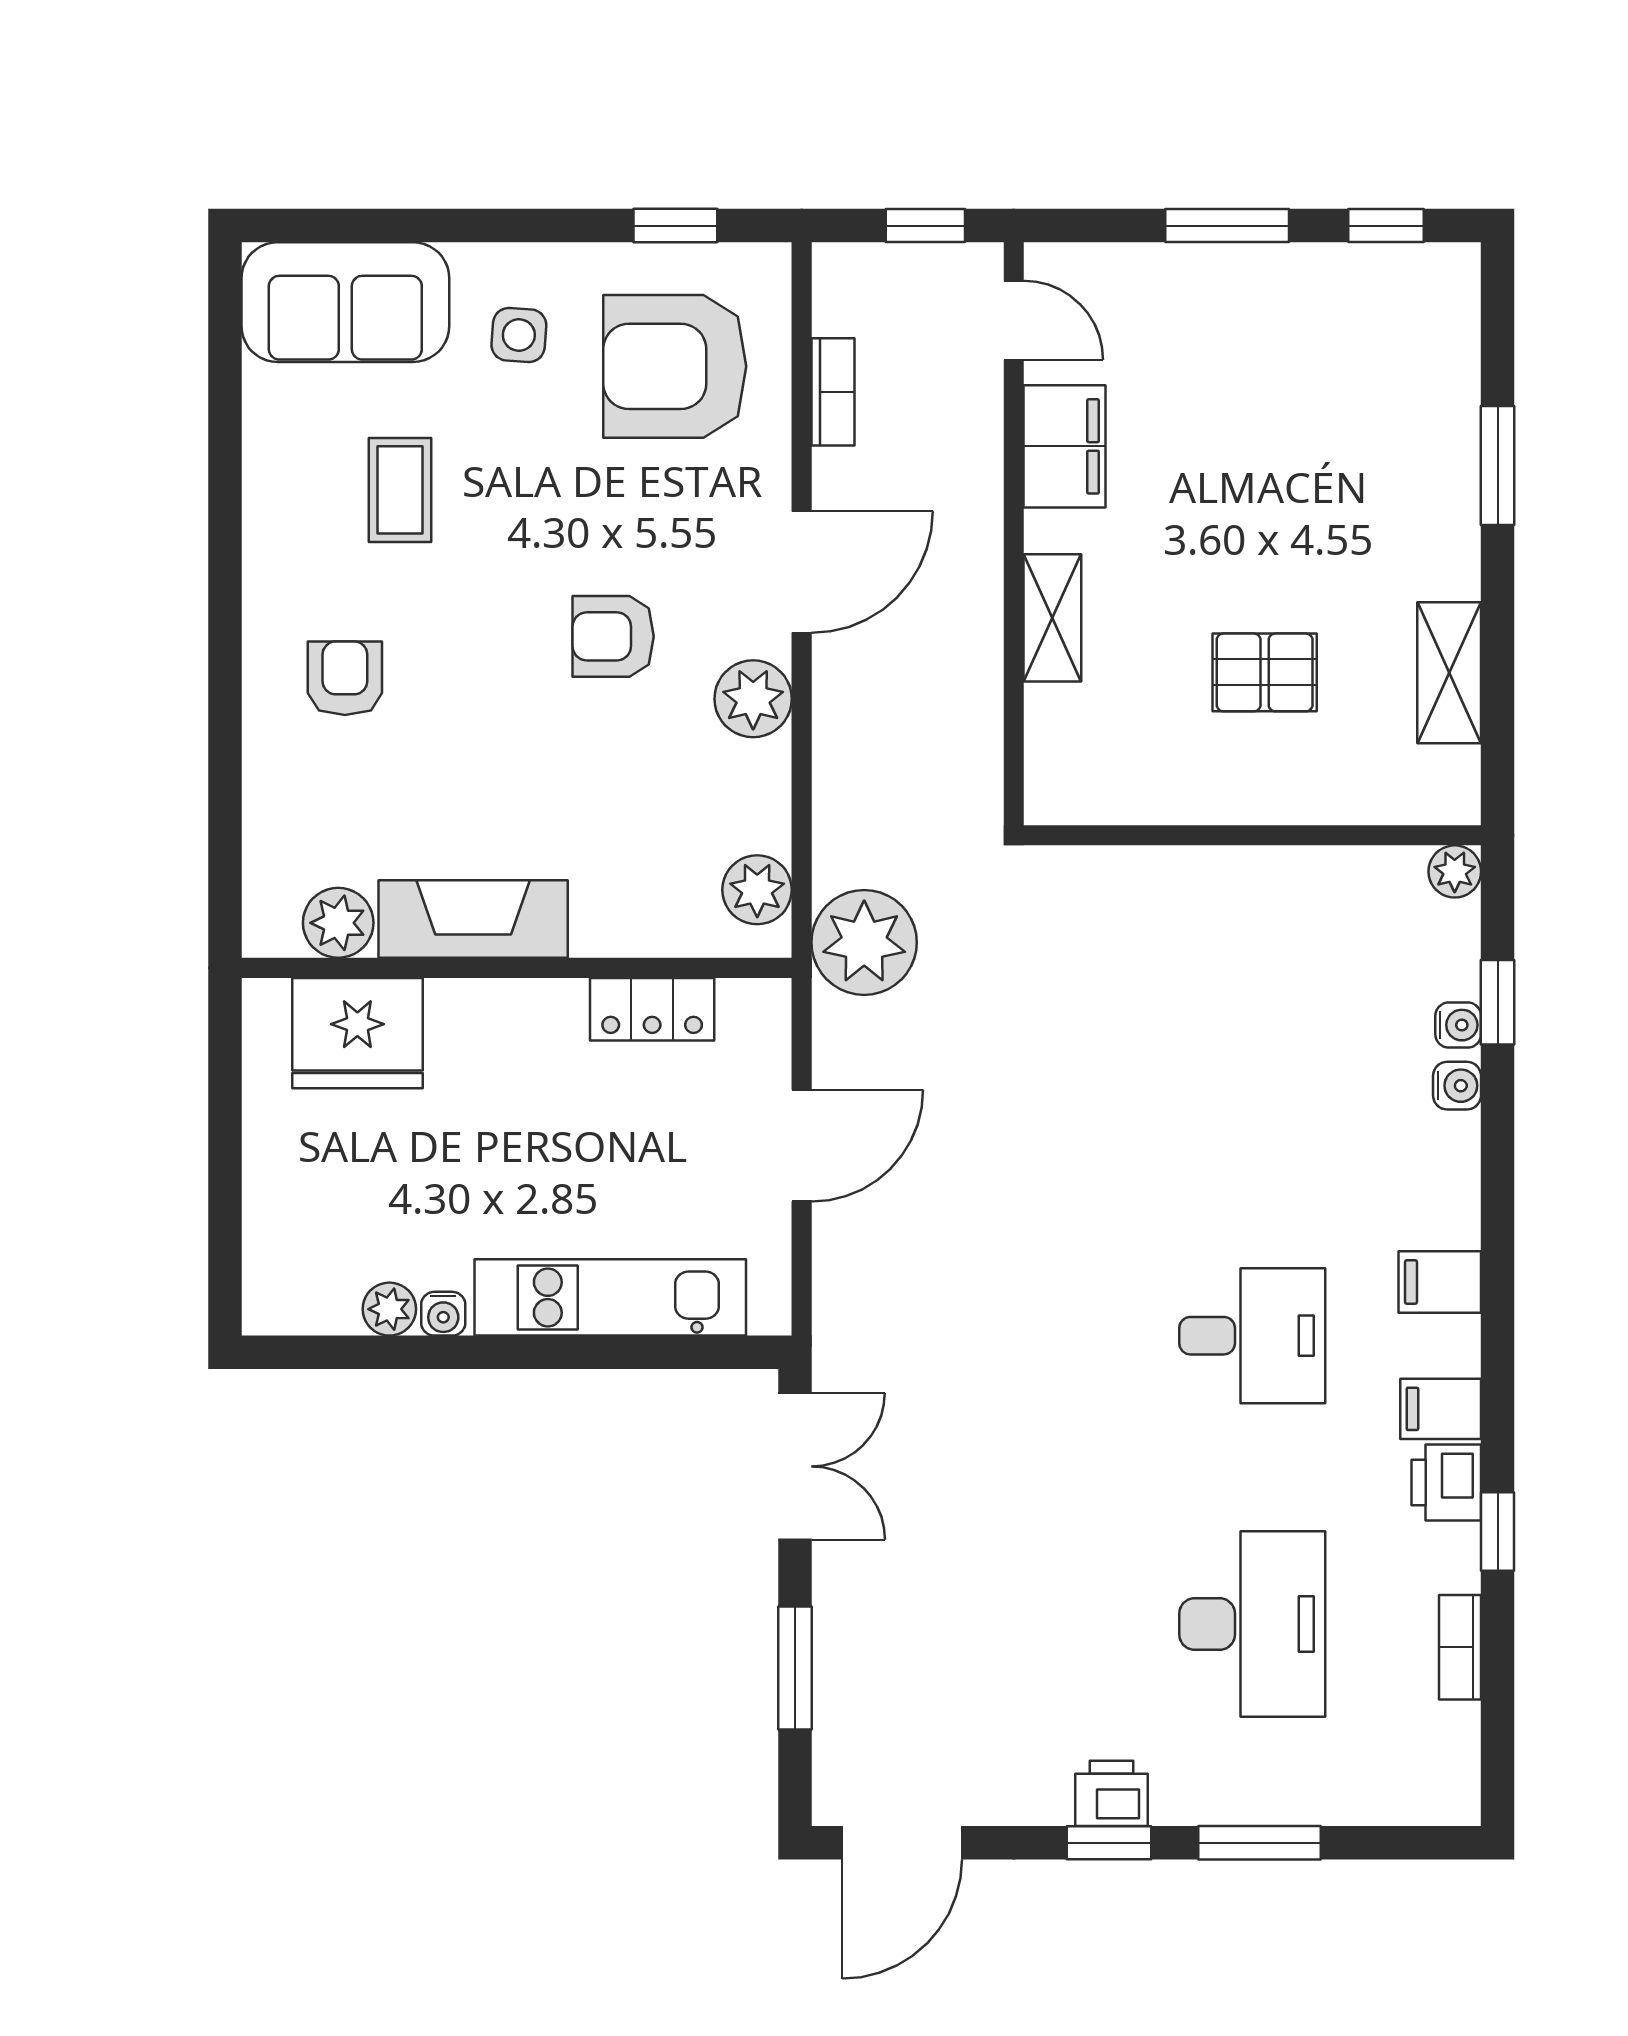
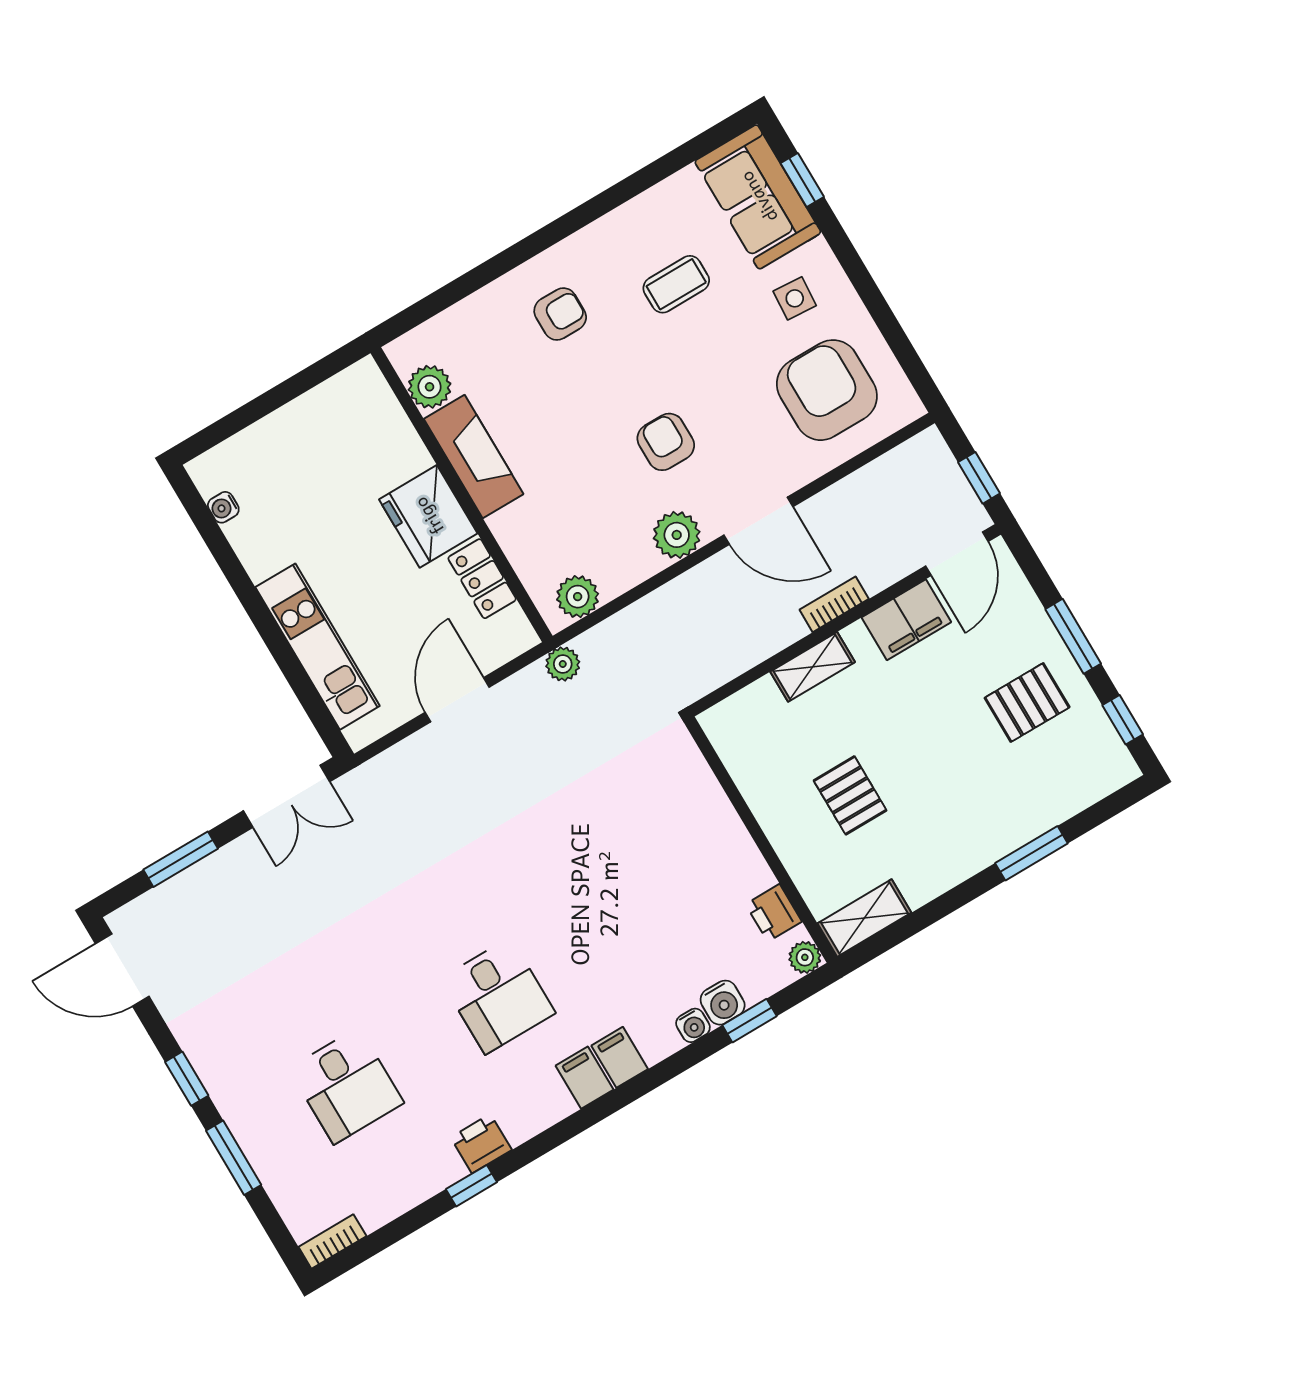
window: (675, 226) -> (802, 180), moved
door: (1014, 320) -> (957, 554), width x1.38
pallet: (1282, 346) -> (1027, 702), added
bookcase: (833, 392) -> (834, 604), moved, turned 180
shelving: (1449, 673) -> (864, 918), moved
plant: (864, 942) -> (563, 664), width x0.53, depth x0.53
water cooler: (1458, 1025) -> (723, 1003), width x1.38, depth x1.38
fridge: (357, 1033) -> (428, 516), moved
door: (802, 1146) -> (457, 700), swing flipped
plant: (389, 1309) -> (243, 534), removed
water cooler: (443, 1314) -> (223, 507), moved
filing cabinet: (1441, 1409) -> (620, 1057), moved
desk: (1252, 1624) -> (346, 1086), width x0.73
bookcase: (1460, 1647) -> (332, 1242), moved
printer: (1111, 1793) -> (774, 913), moved, turned 180

